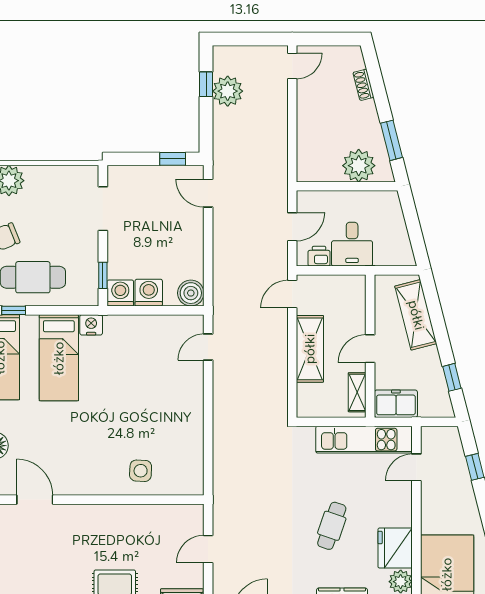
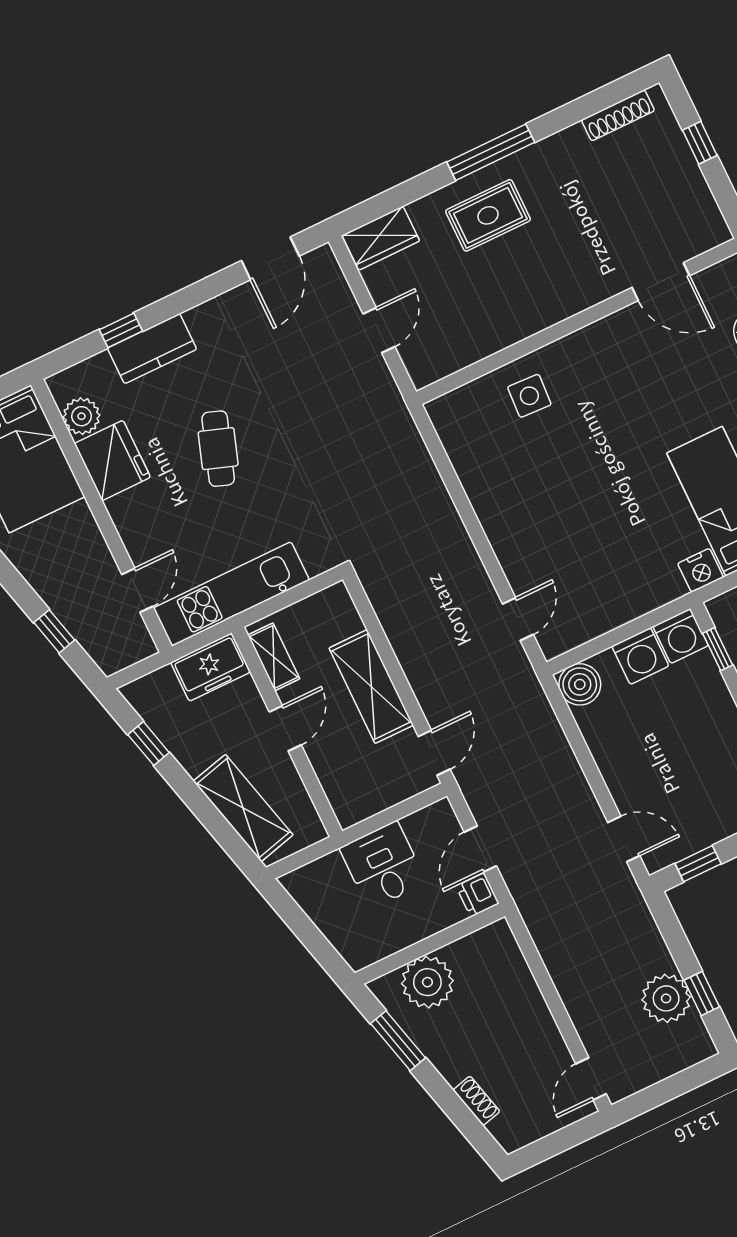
printer: (319, 256) -> (478, 895), moved, turned 90

